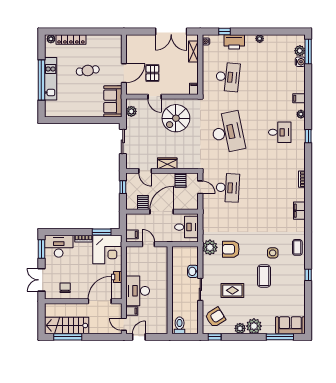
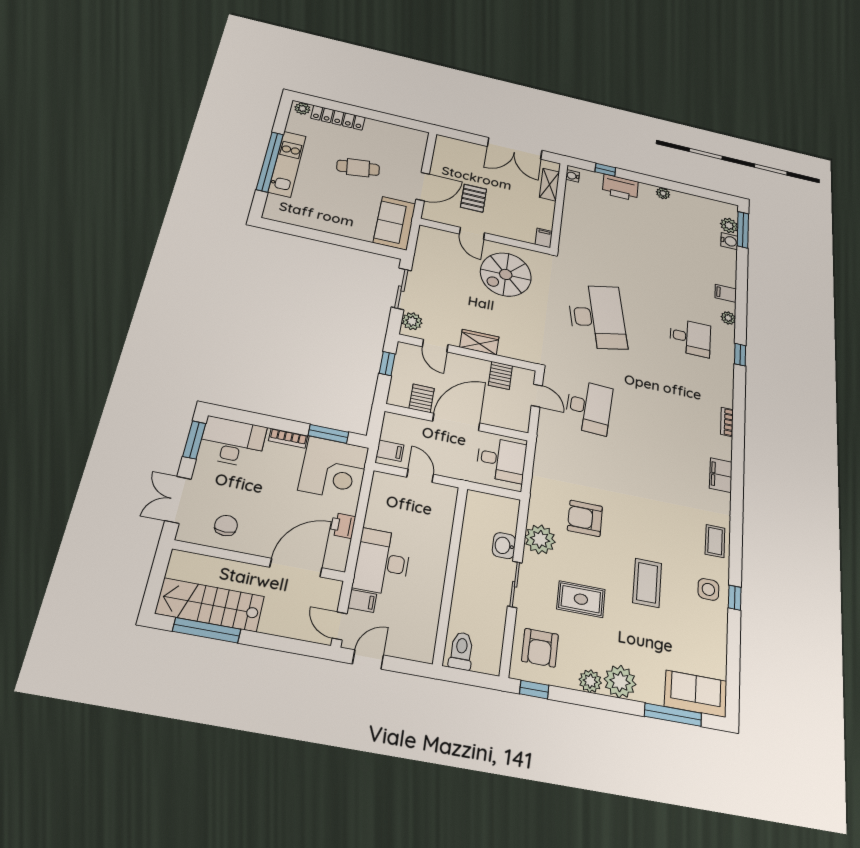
desk: (228, 77) -> (605, 234), removed
plant: (131, 111) -> (412, 321), moved
plant: (210, 247) -> (540, 539), moved
side table: (273, 253) -> (708, 589), moved
armchair: (215, 317) -> (540, 648), turned 122

